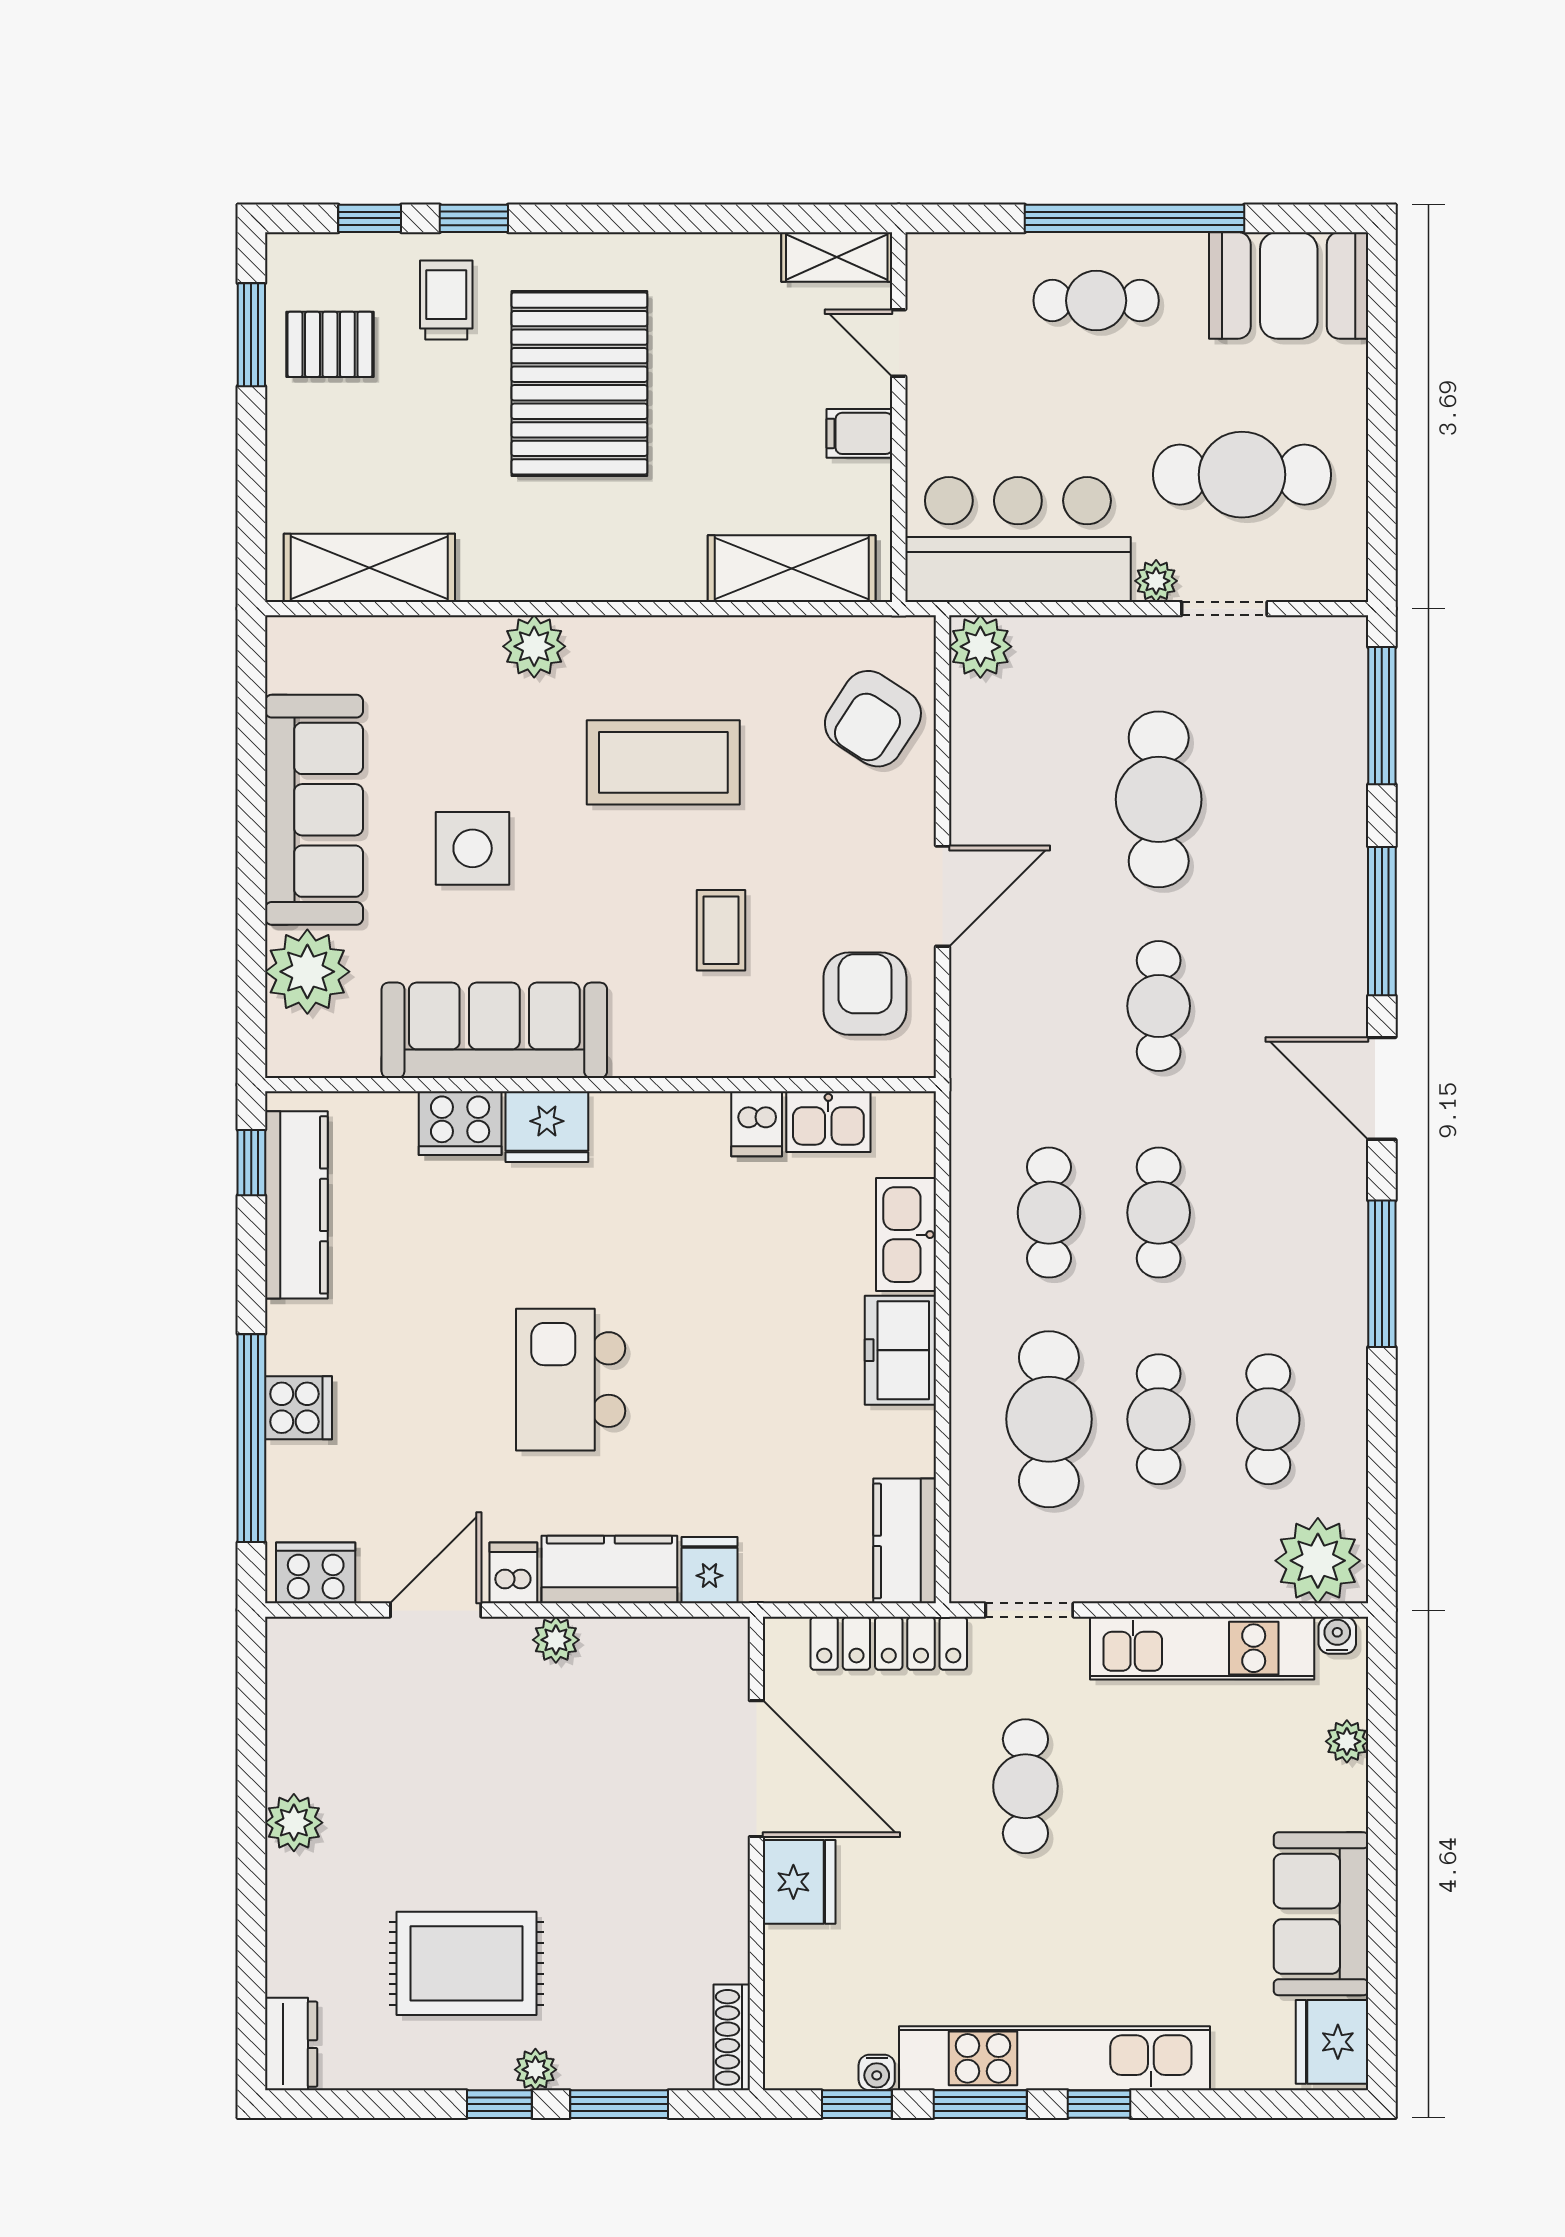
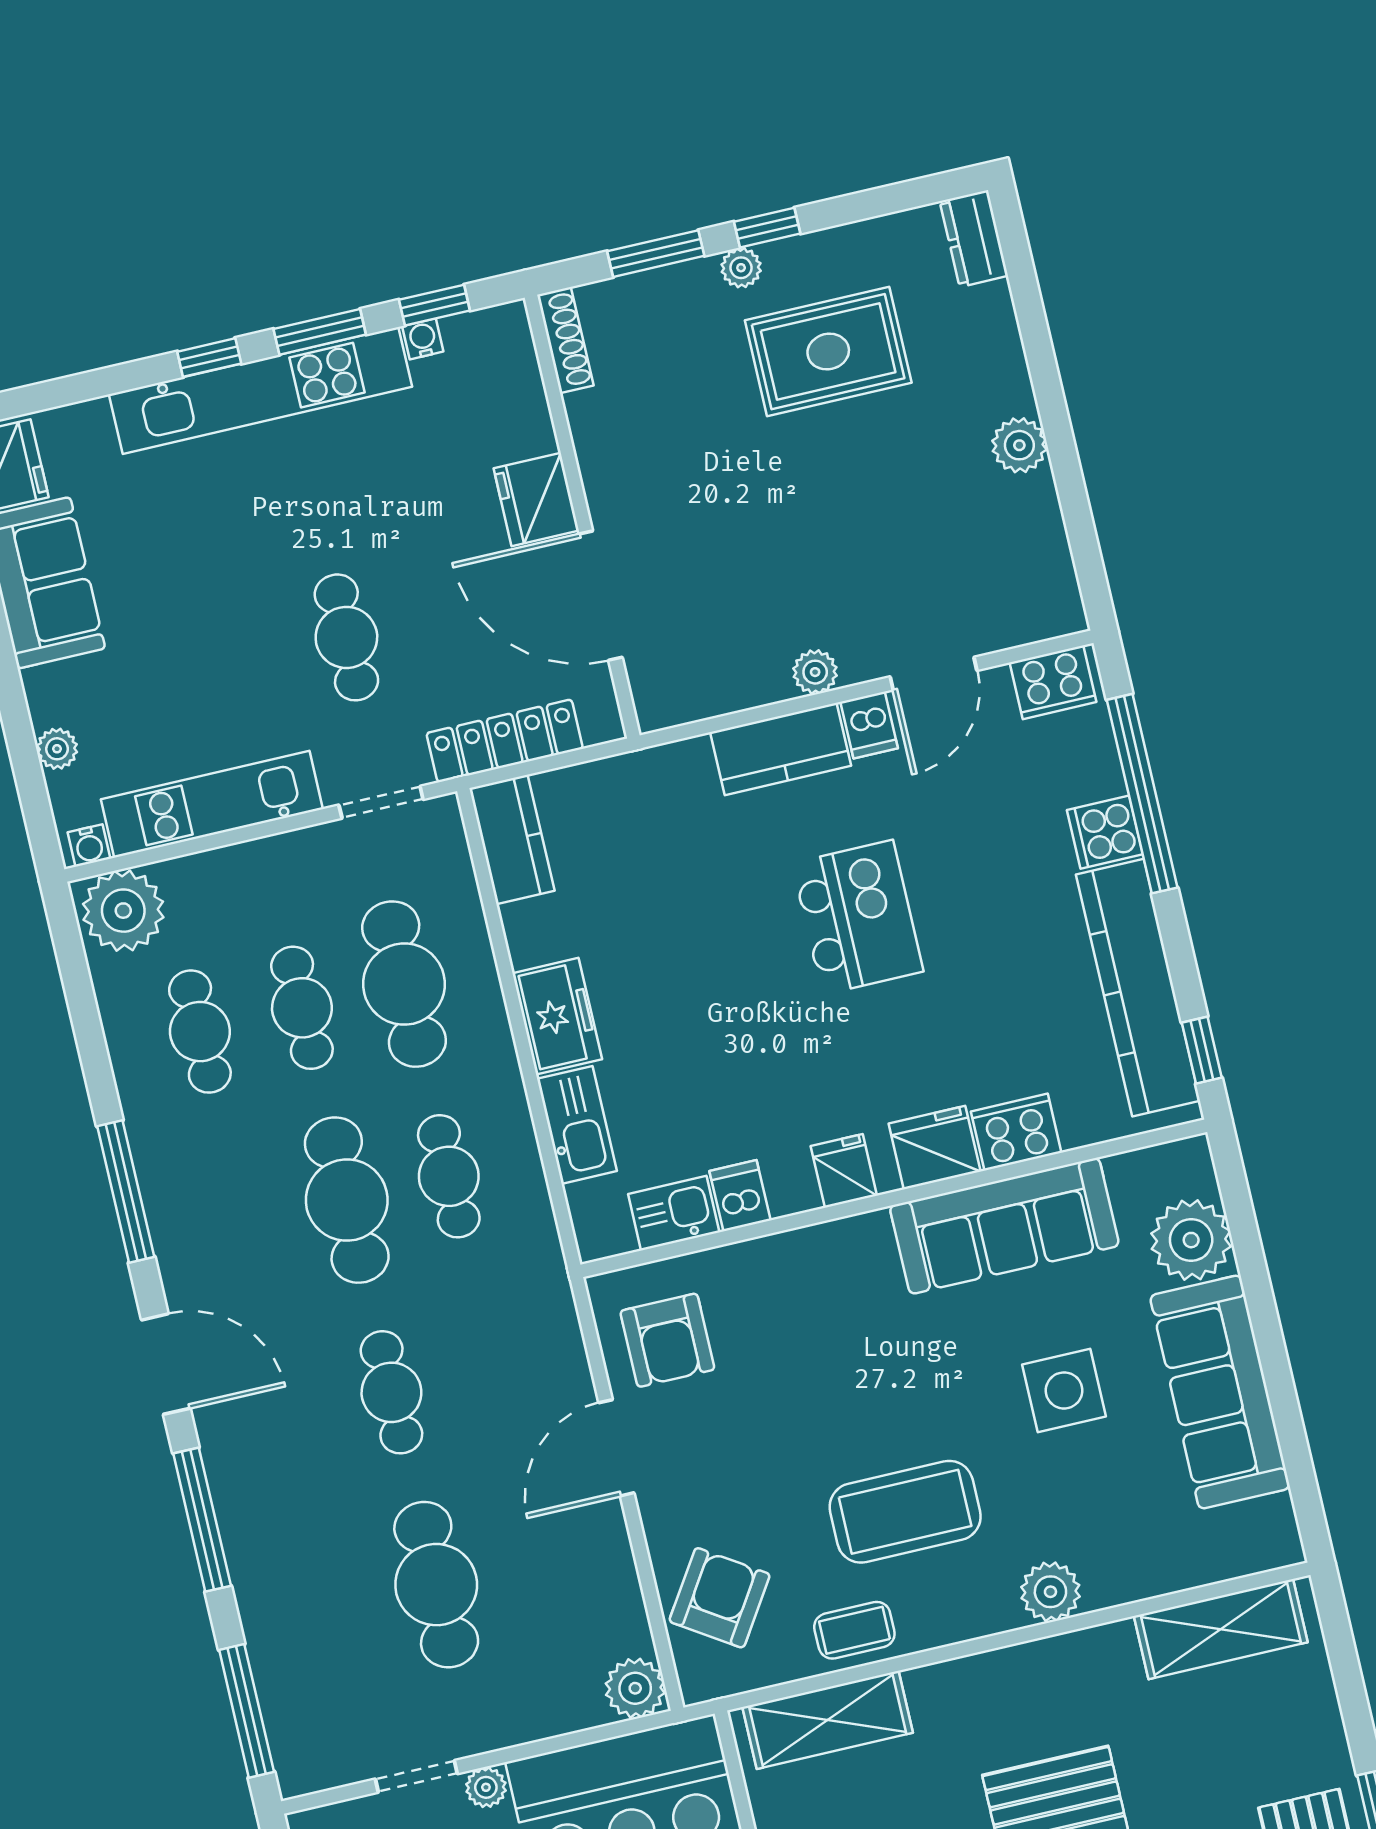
coffee table: (721, 930) -> (854, 1630), moved, turned 90
kitchen counter: (296, 1205) -> (1138, 988), width x1.39, depth x1.17
cafe table: (1159, 1213) -> (347, 1200), width x1.37, depth x1.35
fridge: (709, 1570) -> (844, 1171), moved, turned 180

